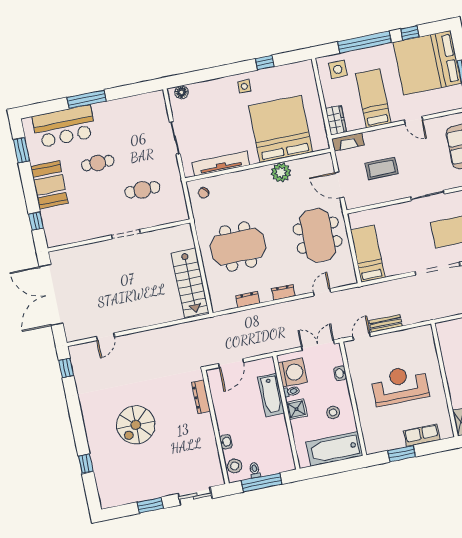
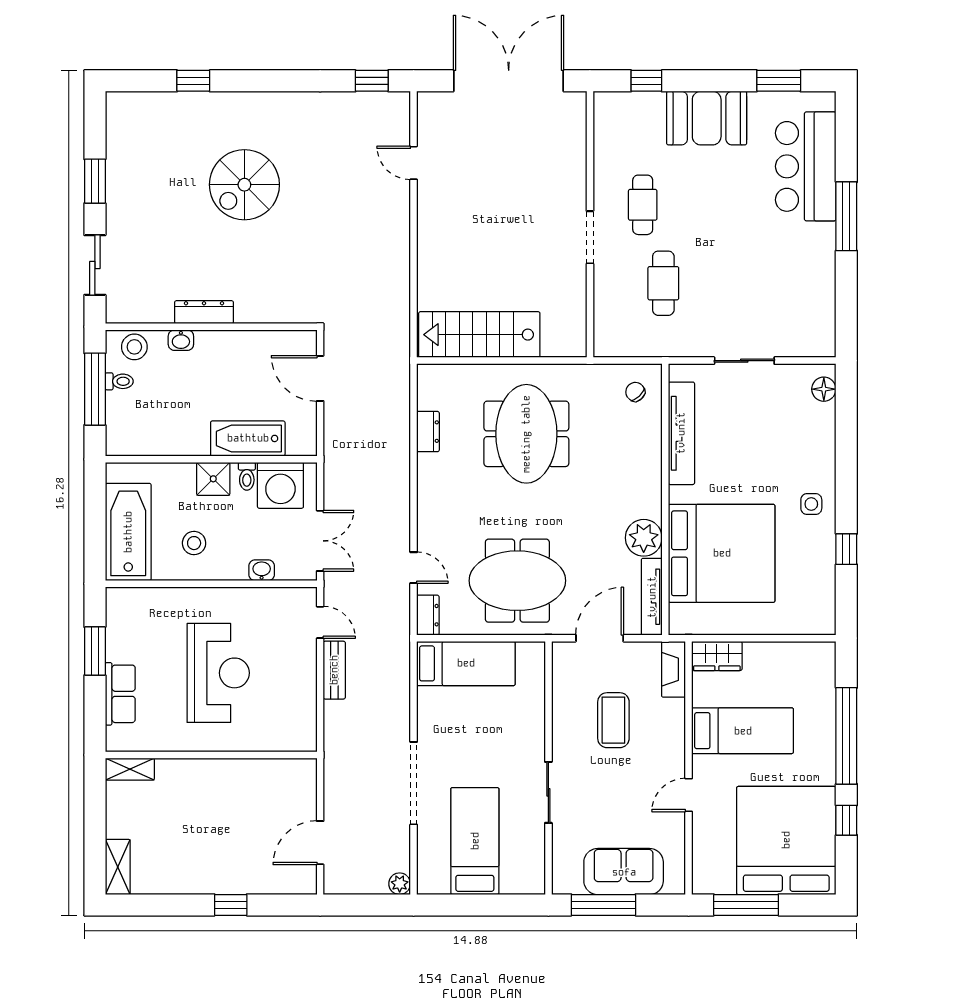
side table: (338, 69) -> (808, 678), removed
tv unit: (311, 162) -> (652, 597), added
cafe table: (98, 163) -> (643, 205), moved
dresser: (283, 292) -> (428, 615), moved
dresser: (201, 397) -> (204, 312), moved
spiral stairs: (136, 425) -> (244, 185), turned -90

